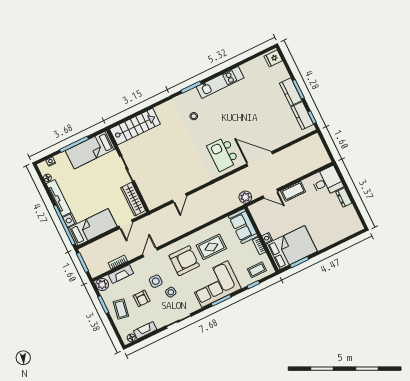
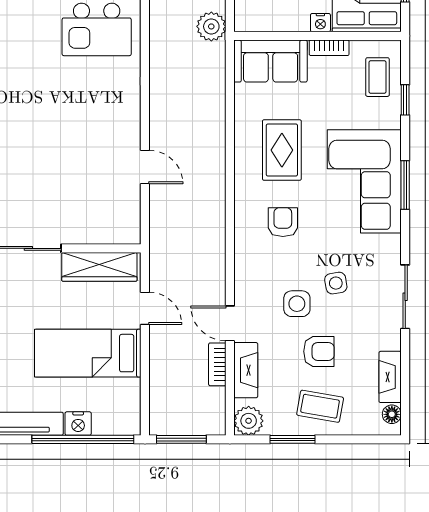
bed: (92, 227) -> (88, 353), moved, turned -90
door: (150, 252) -> (230, 323), moved
armchair: (184, 261) -> (283, 222), width x0.53, depth x0.53

